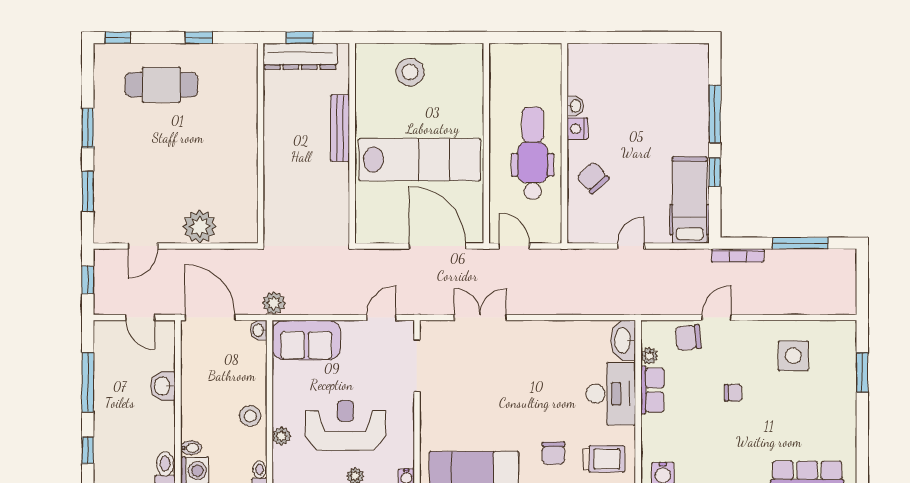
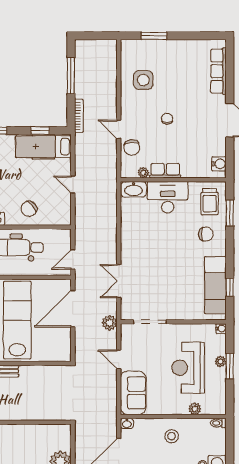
window: (715, 172) -> (40, 131), moved
plant: (274, 303) -> (109, 323), moved
door: (382, 318) -> (119, 359), moved
stool: (250, 416) -> (172, 436), moved
trolley: (604, 459) -> (210, 202), turned 180

